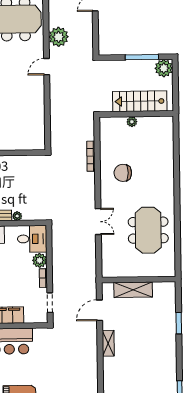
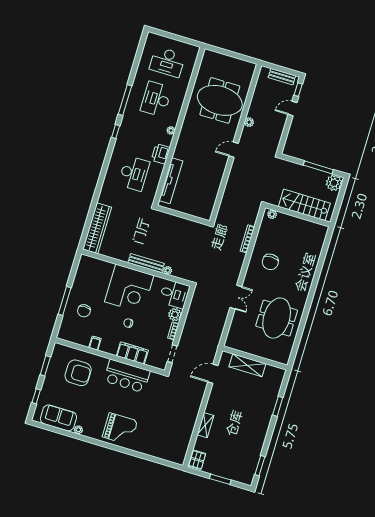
plant: (59, 37) -> (249, 122), width x0.53, depth x0.53
plant: (132, 122) -> (272, 214), moved
chair: (123, 173) -> (270, 262), turned -90
shelving: (108, 343) -> (205, 425), moved

